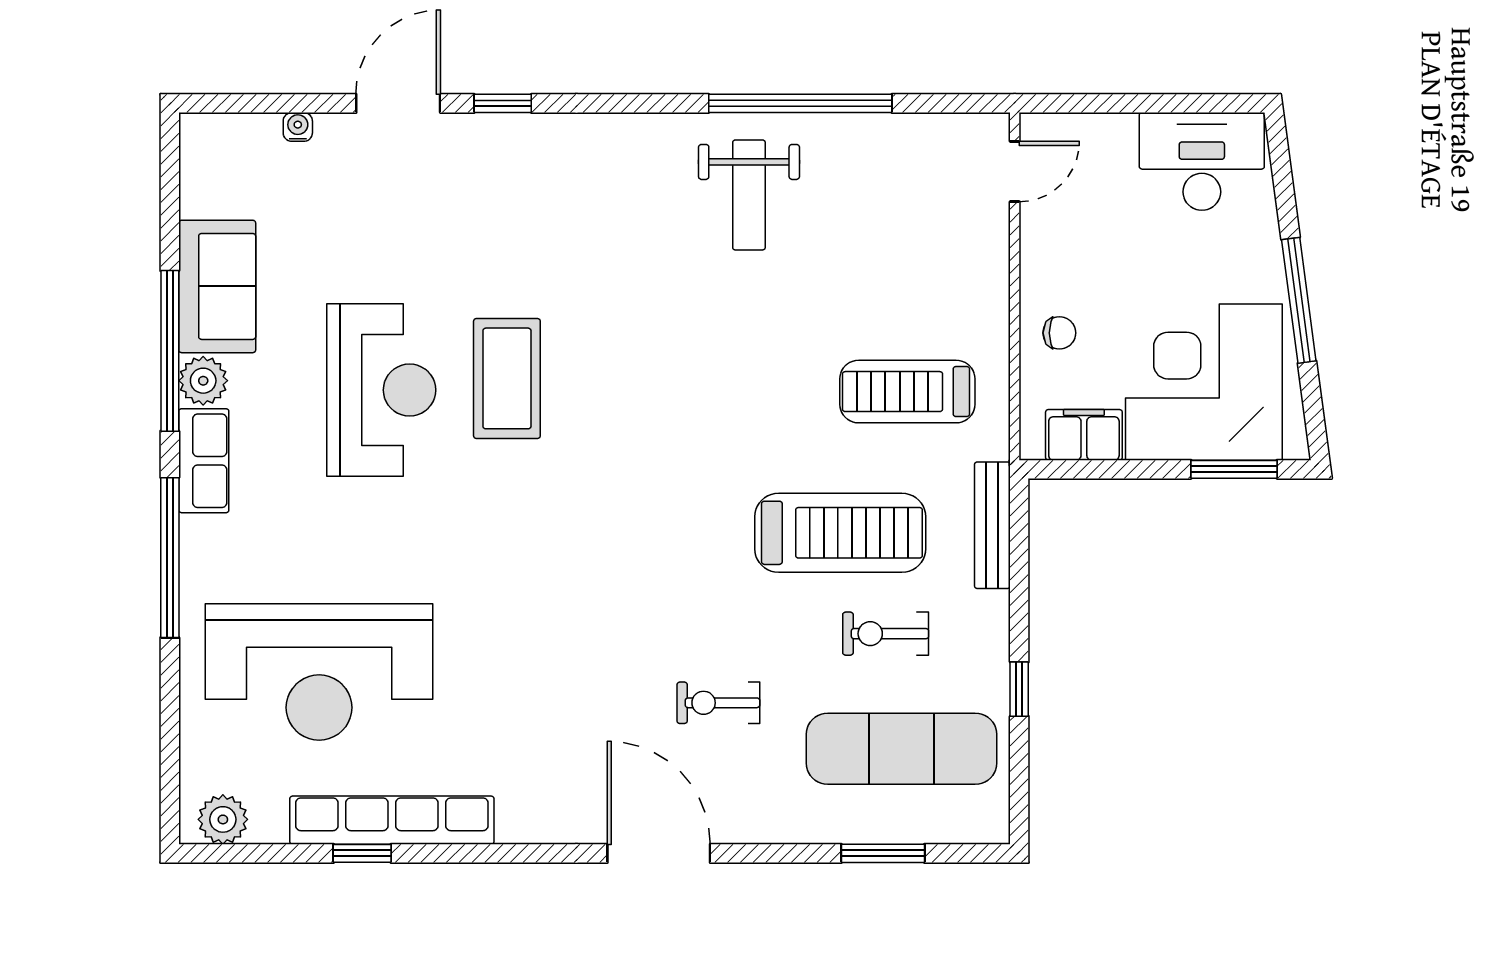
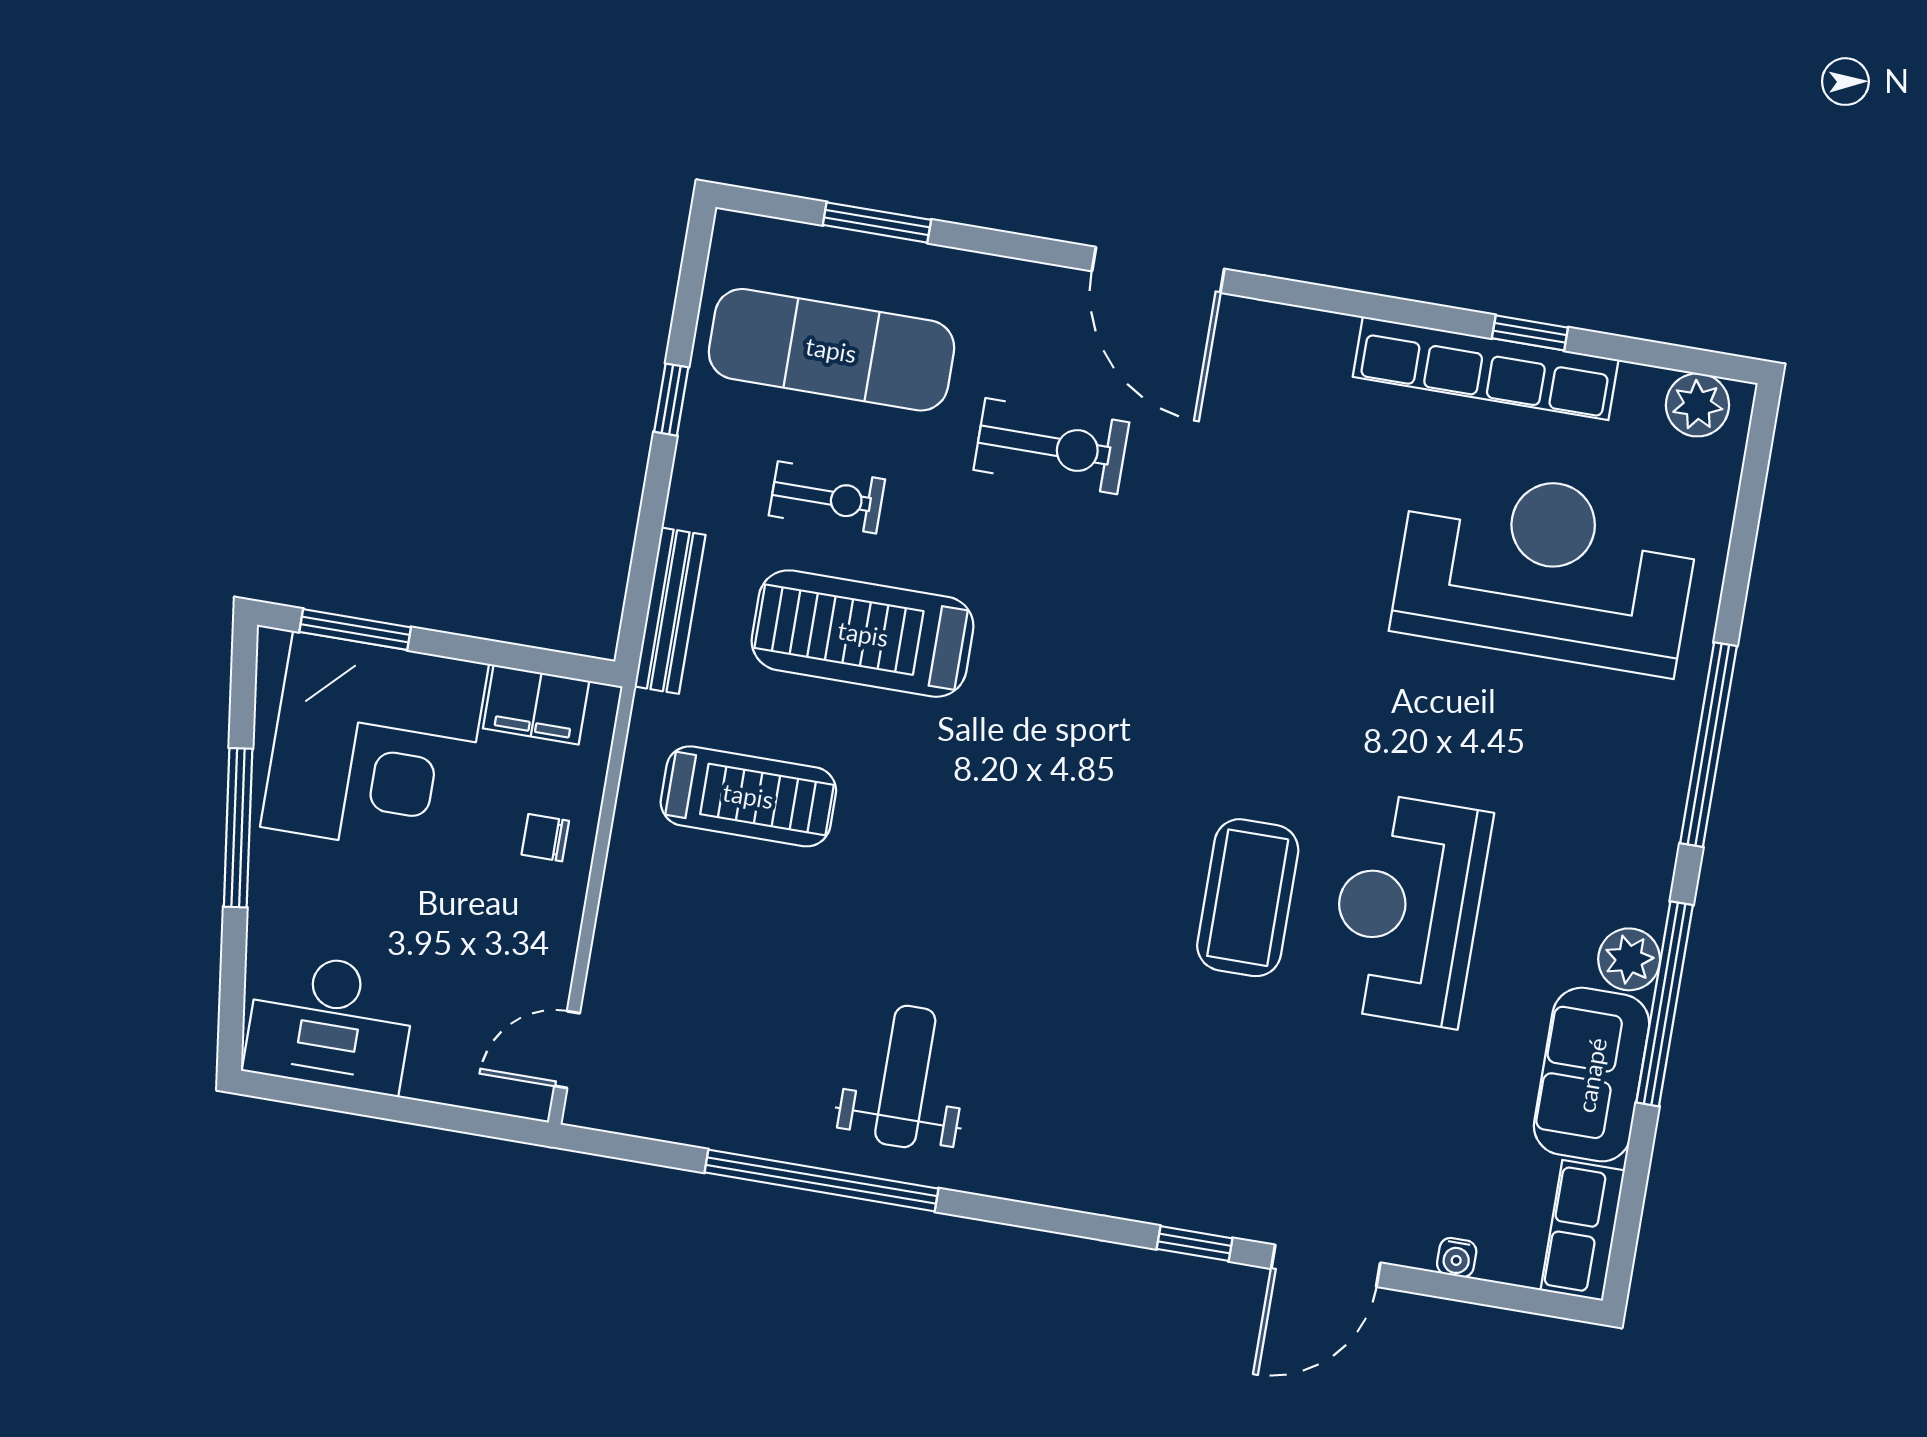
row of seats: (204, 461) -> (1583, 1230), moved
exercise bike: (718, 703) -> (1051, 446), width x1.38, depth x1.39

